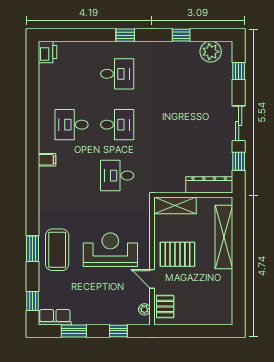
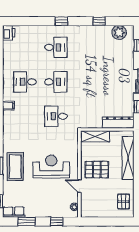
pallet: (165, 306) -> (123, 202), moved

